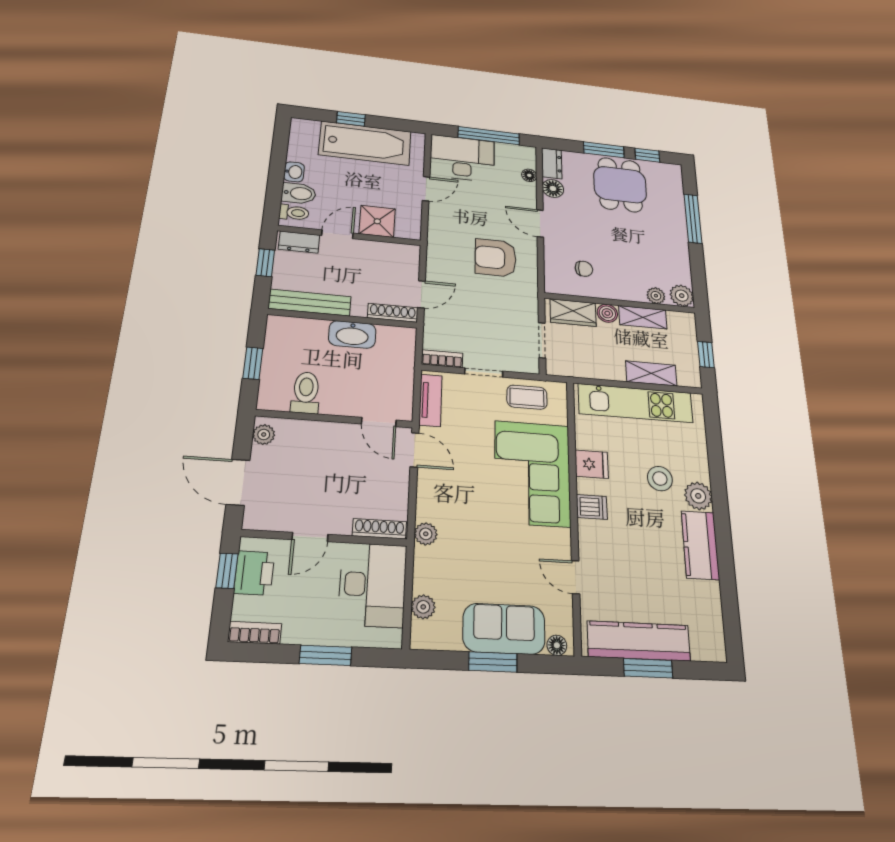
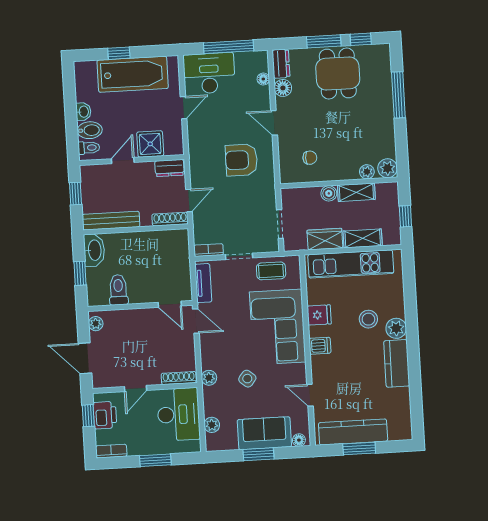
dresser: (299, 242) -> (169, 168), moved
wardrobe: (573, 313) -> (325, 239), moved, turned 180
washbasin: (352, 334) -> (94, 250), moved, turned -90
side table: (484, 542) -> (247, 379), added

